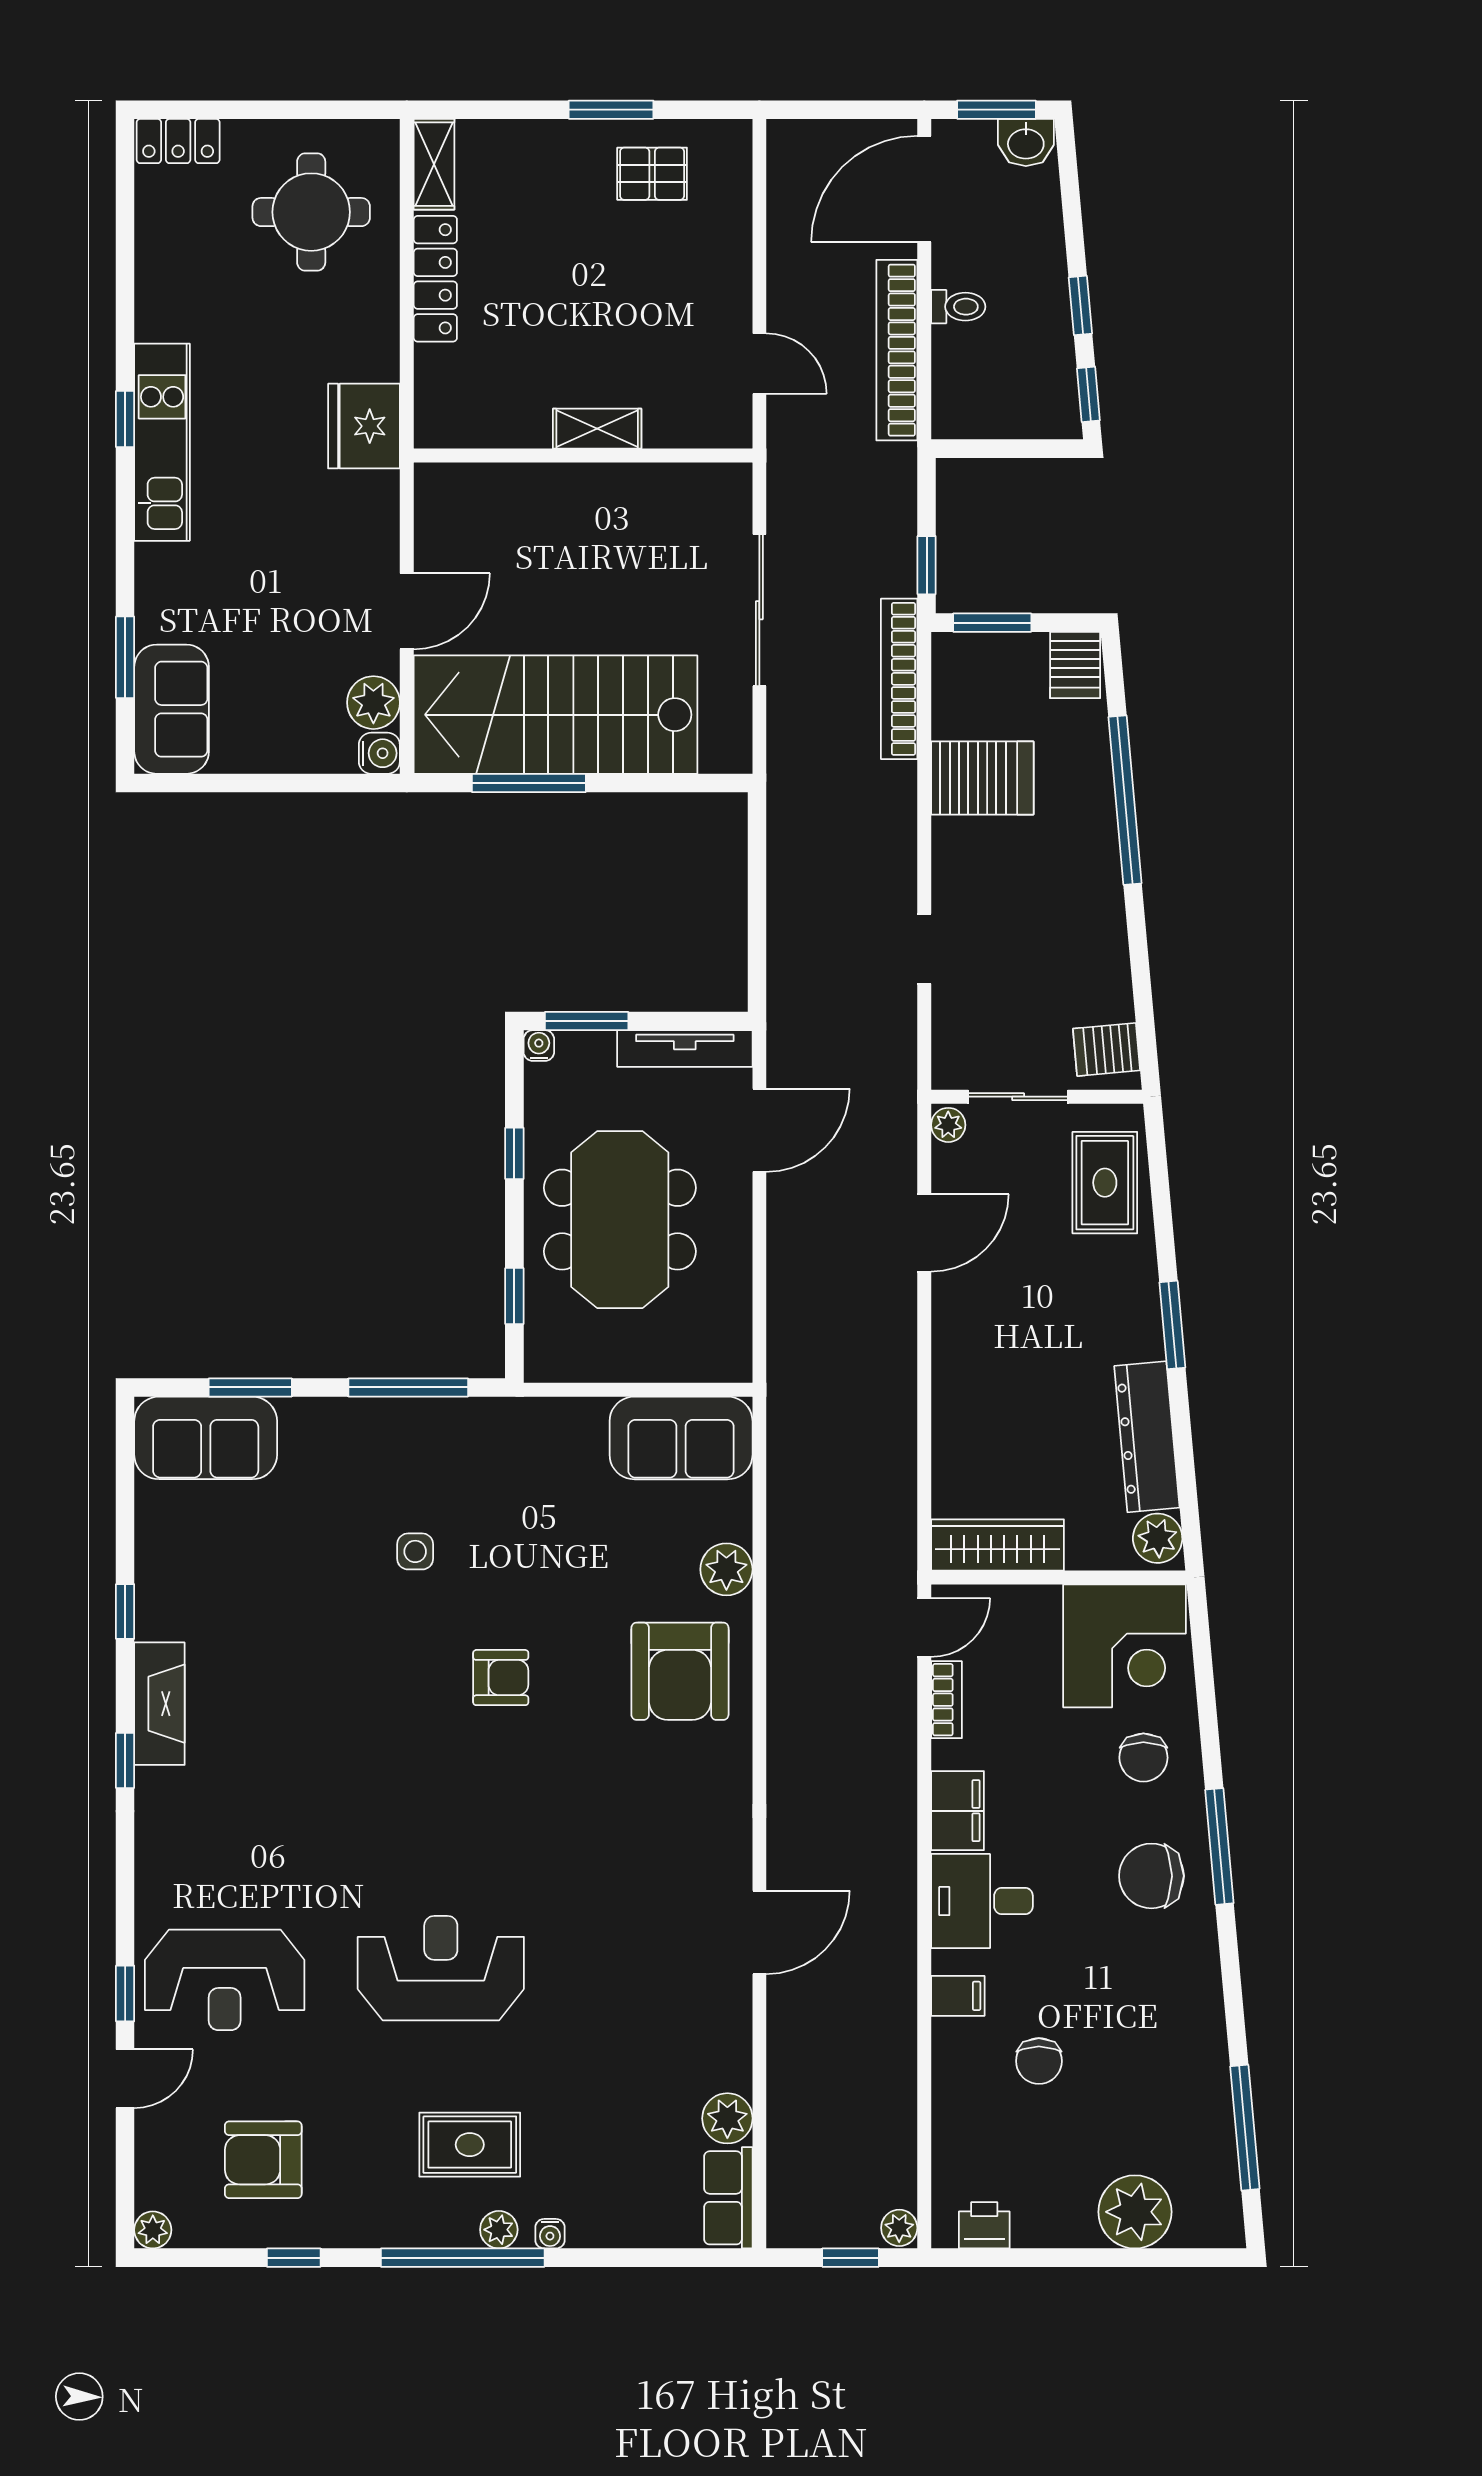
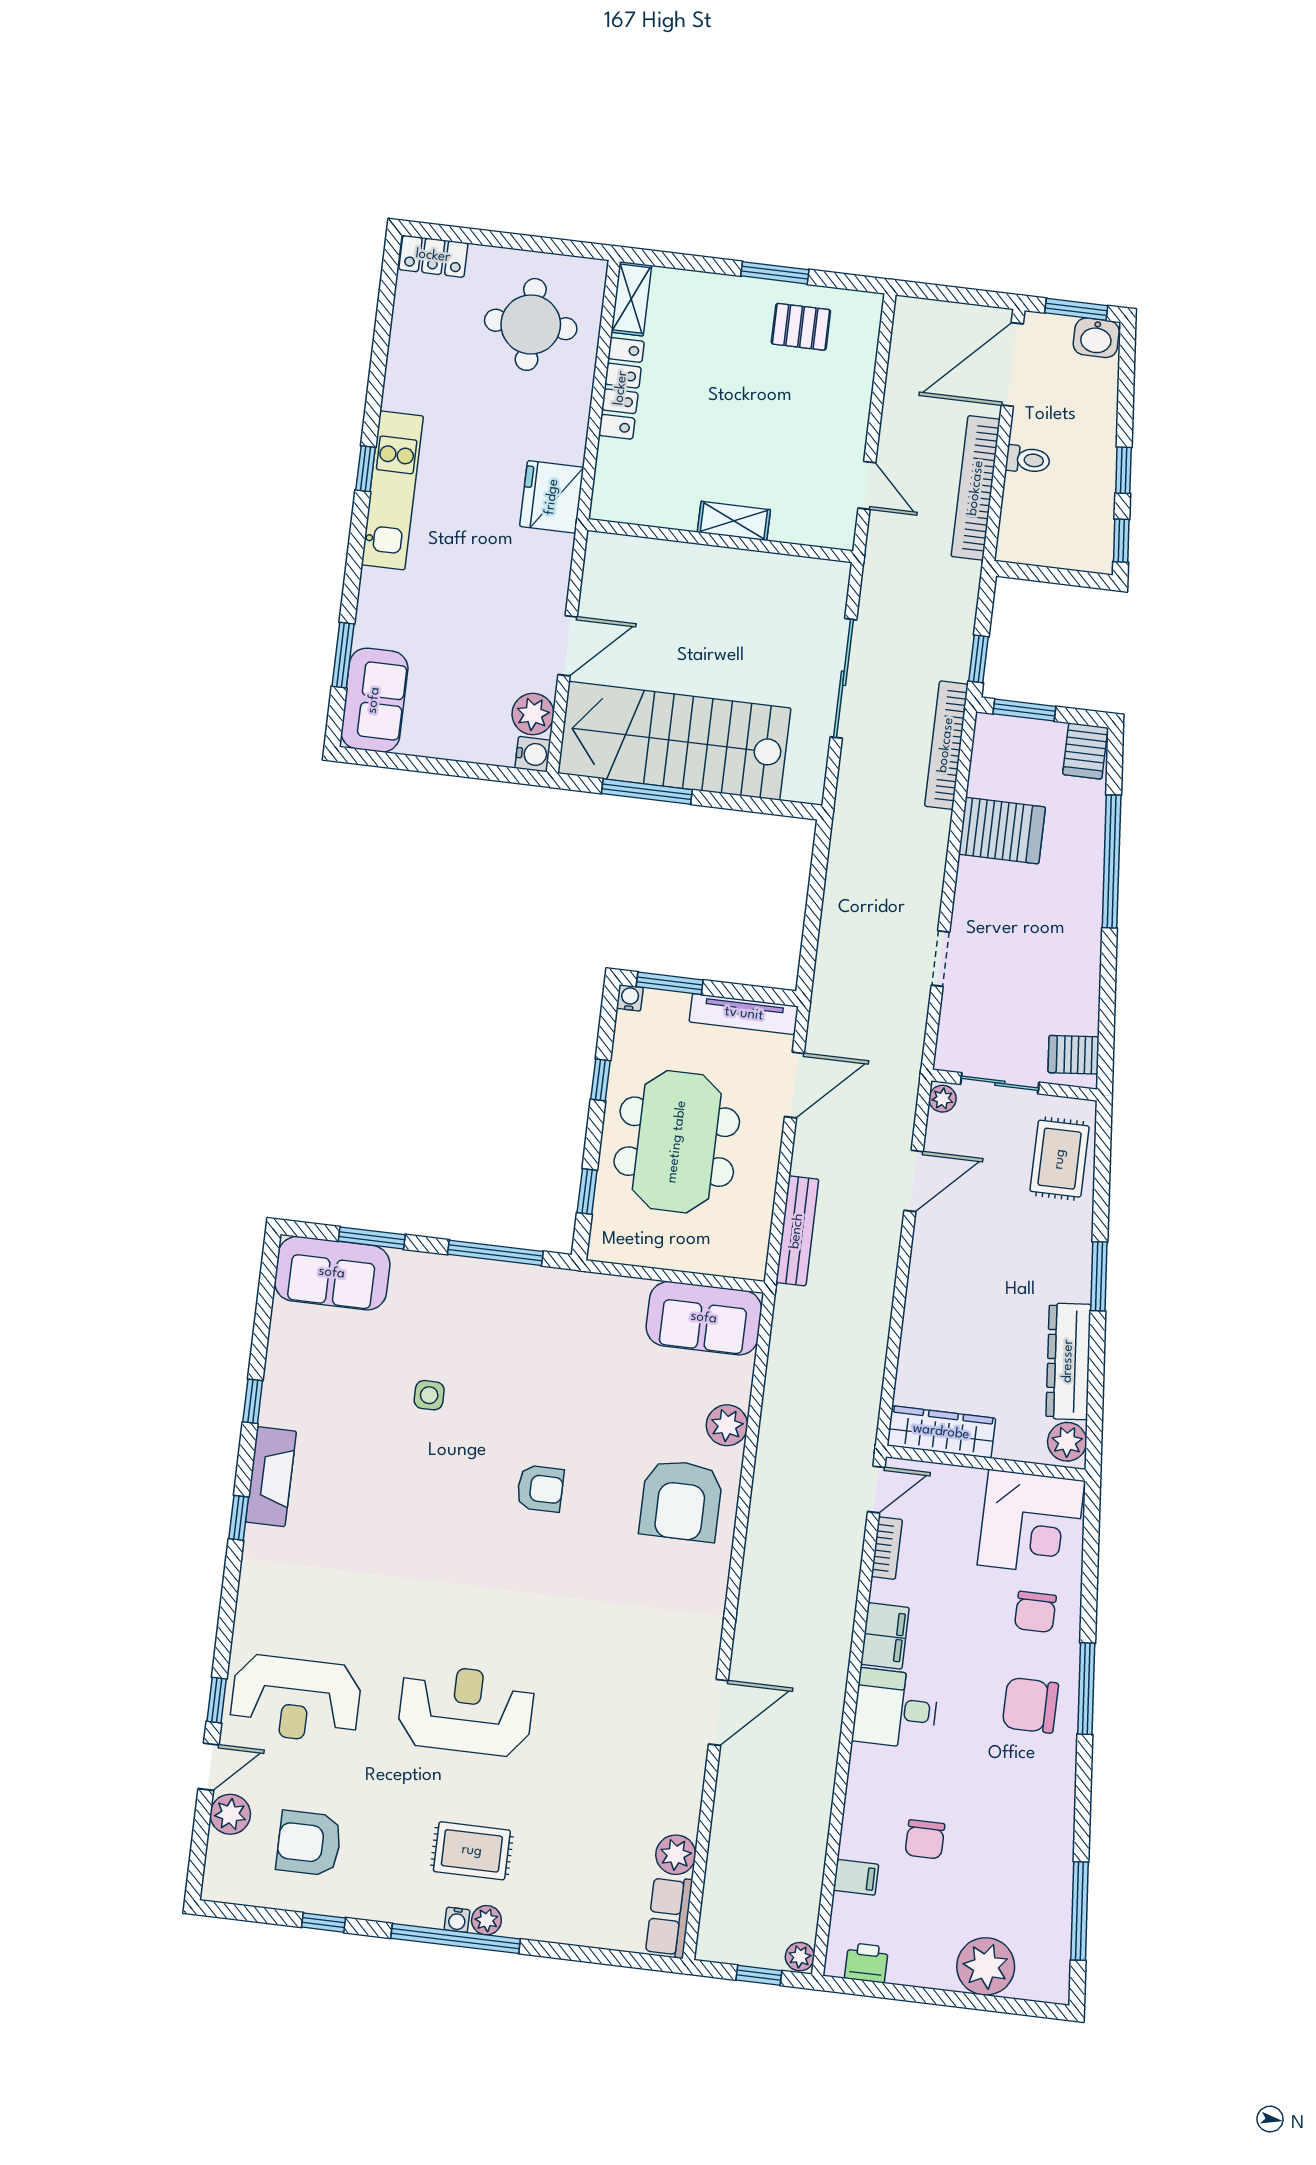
bench: (785, 1314) -> (797, 1231), added
side table: (415, 1551) -> (429, 1395), moved
filing cabinet: (958, 1996) -> (856, 1877), moved
plant: (153, 2230) -> (230, 1814), moved, width x1.38, depth x1.38
water cooler: (550, 2234) -> (457, 1920), moved

